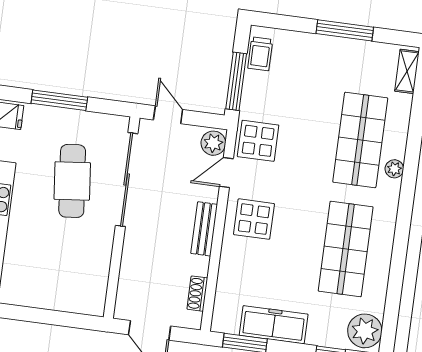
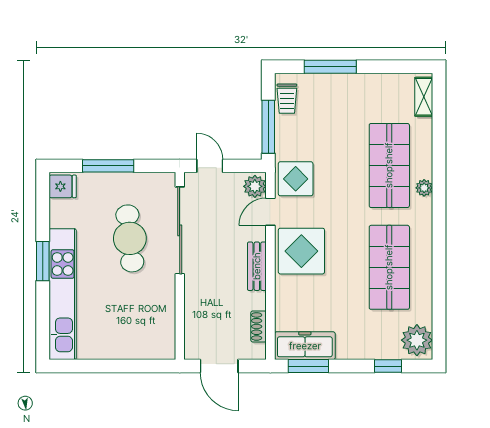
window: (345, 30) -> (330, 67), moved
display table: (254, 219) -> (301, 251), width x1.36, depth x1.36
freezer: (274, 325) -> (305, 346), moved

